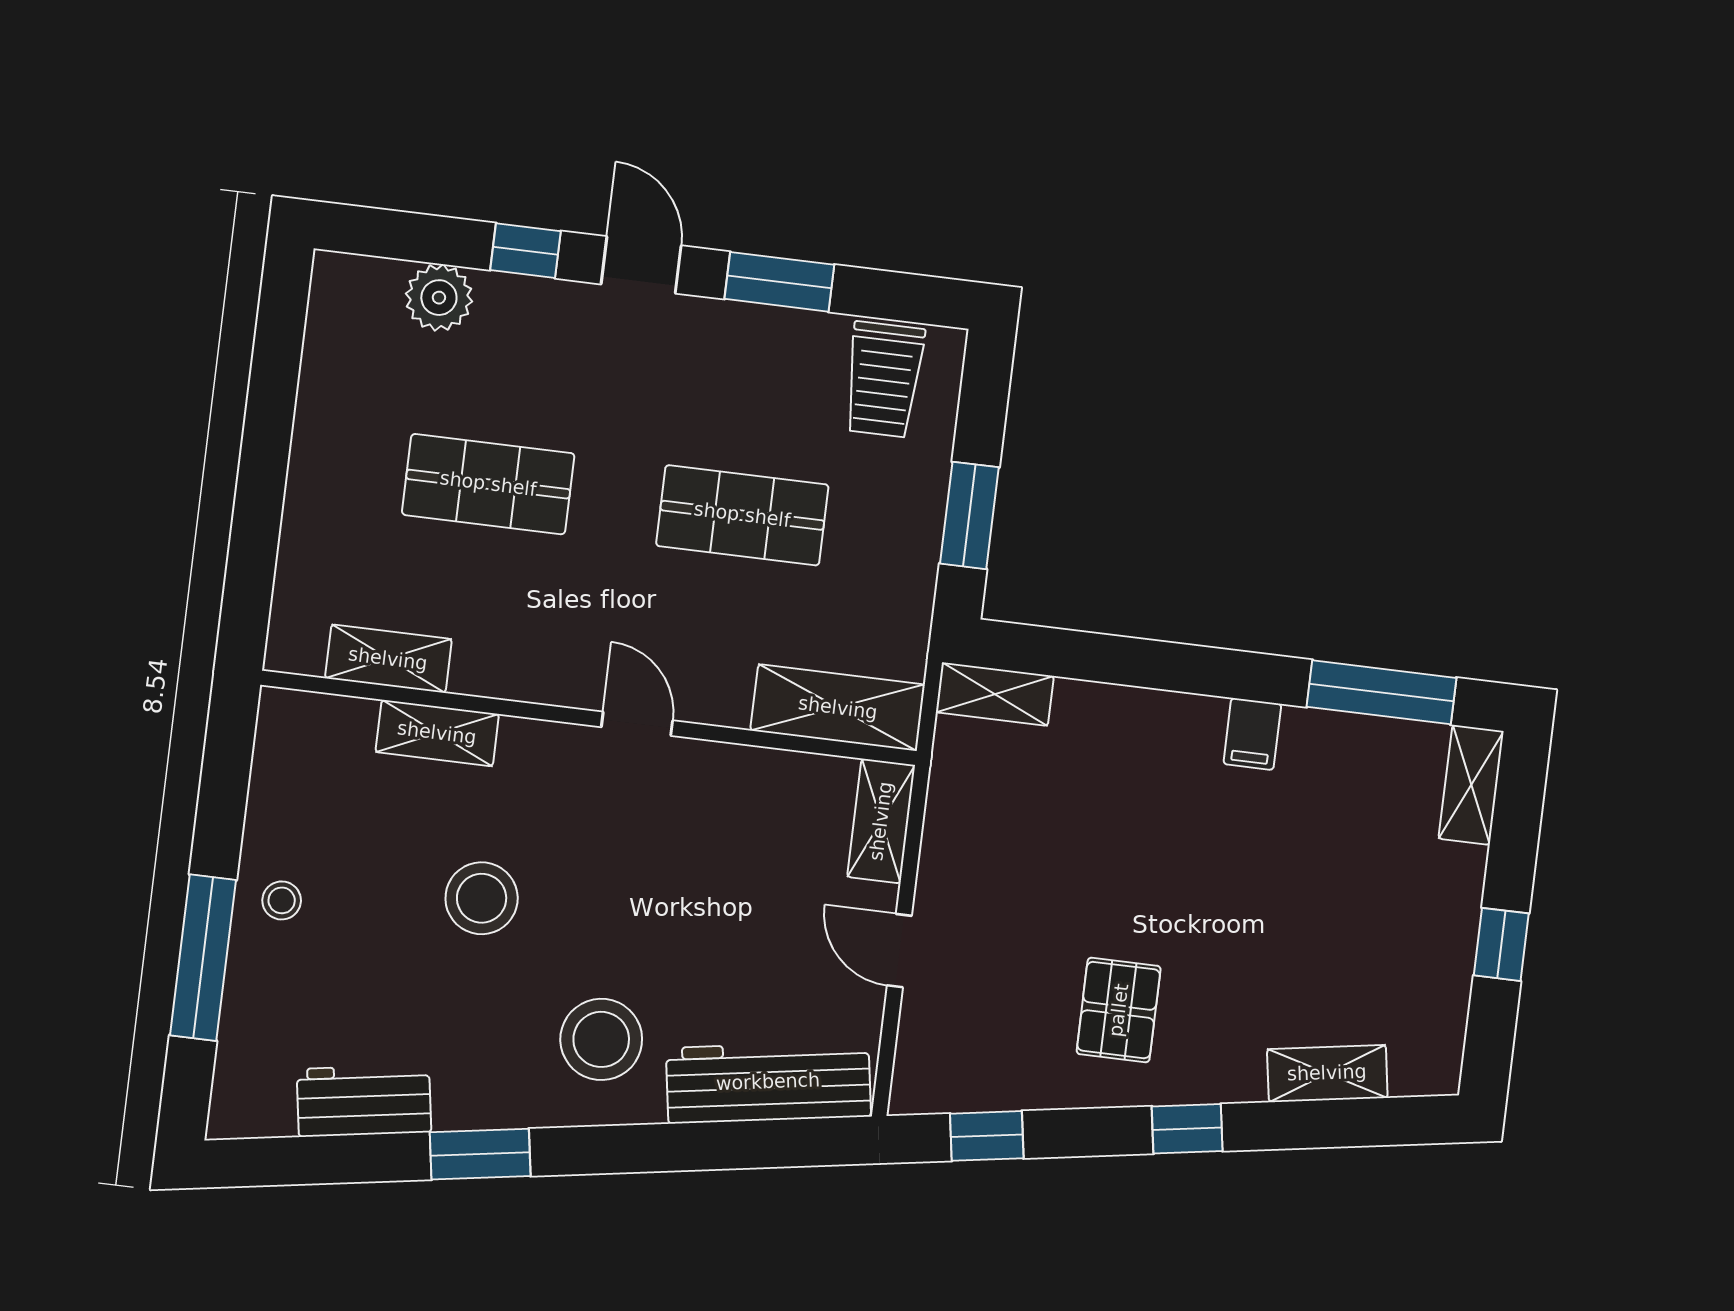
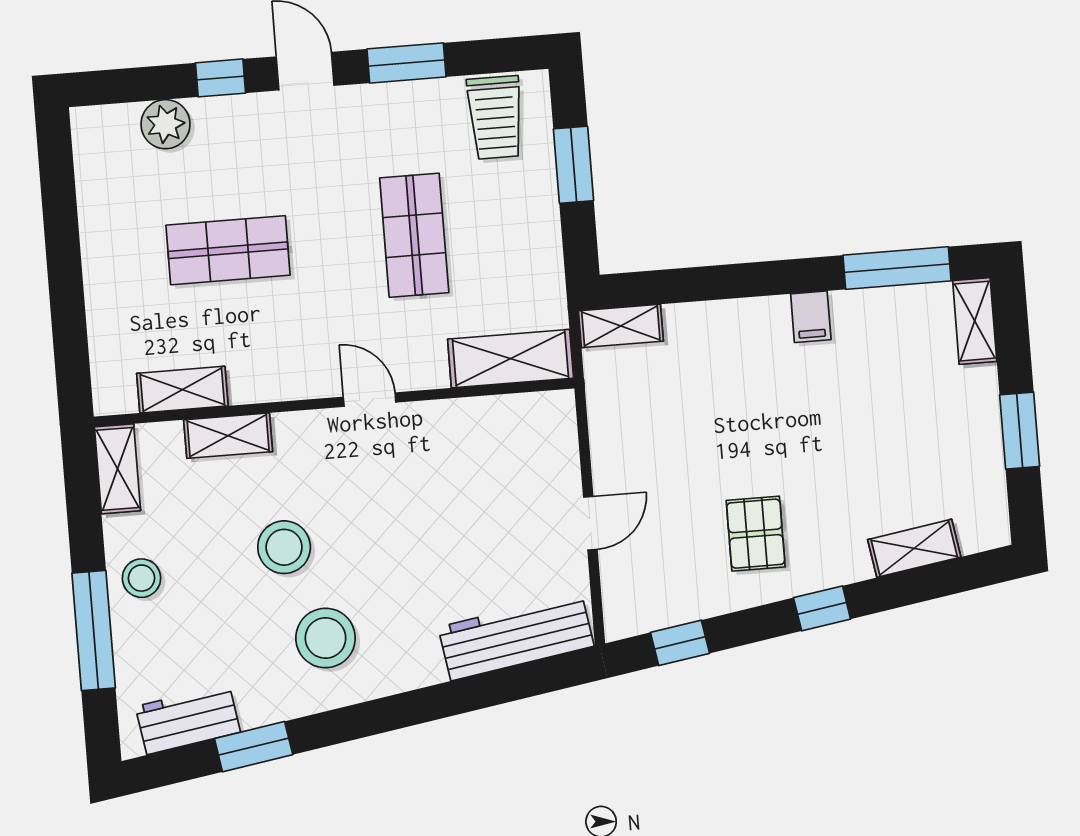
shop shelf: (742, 515) -> (414, 235), turned 90
window: (969, 515) -> (574, 165), moved
shelving: (881, 821) -> (117, 469), moved
stool: (282, 900) -> (141, 578), width x1.37, depth x1.37
window: (1501, 944) -> (1020, 431), width x1.50
door: (899, 951) -> (590, 523), swing flipped
stool: (601, 1039) -> (326, 638), moved
workbench: (364, 1101) -> (188, 719), moved
window: (480, 1154) -> (254, 747), moved

